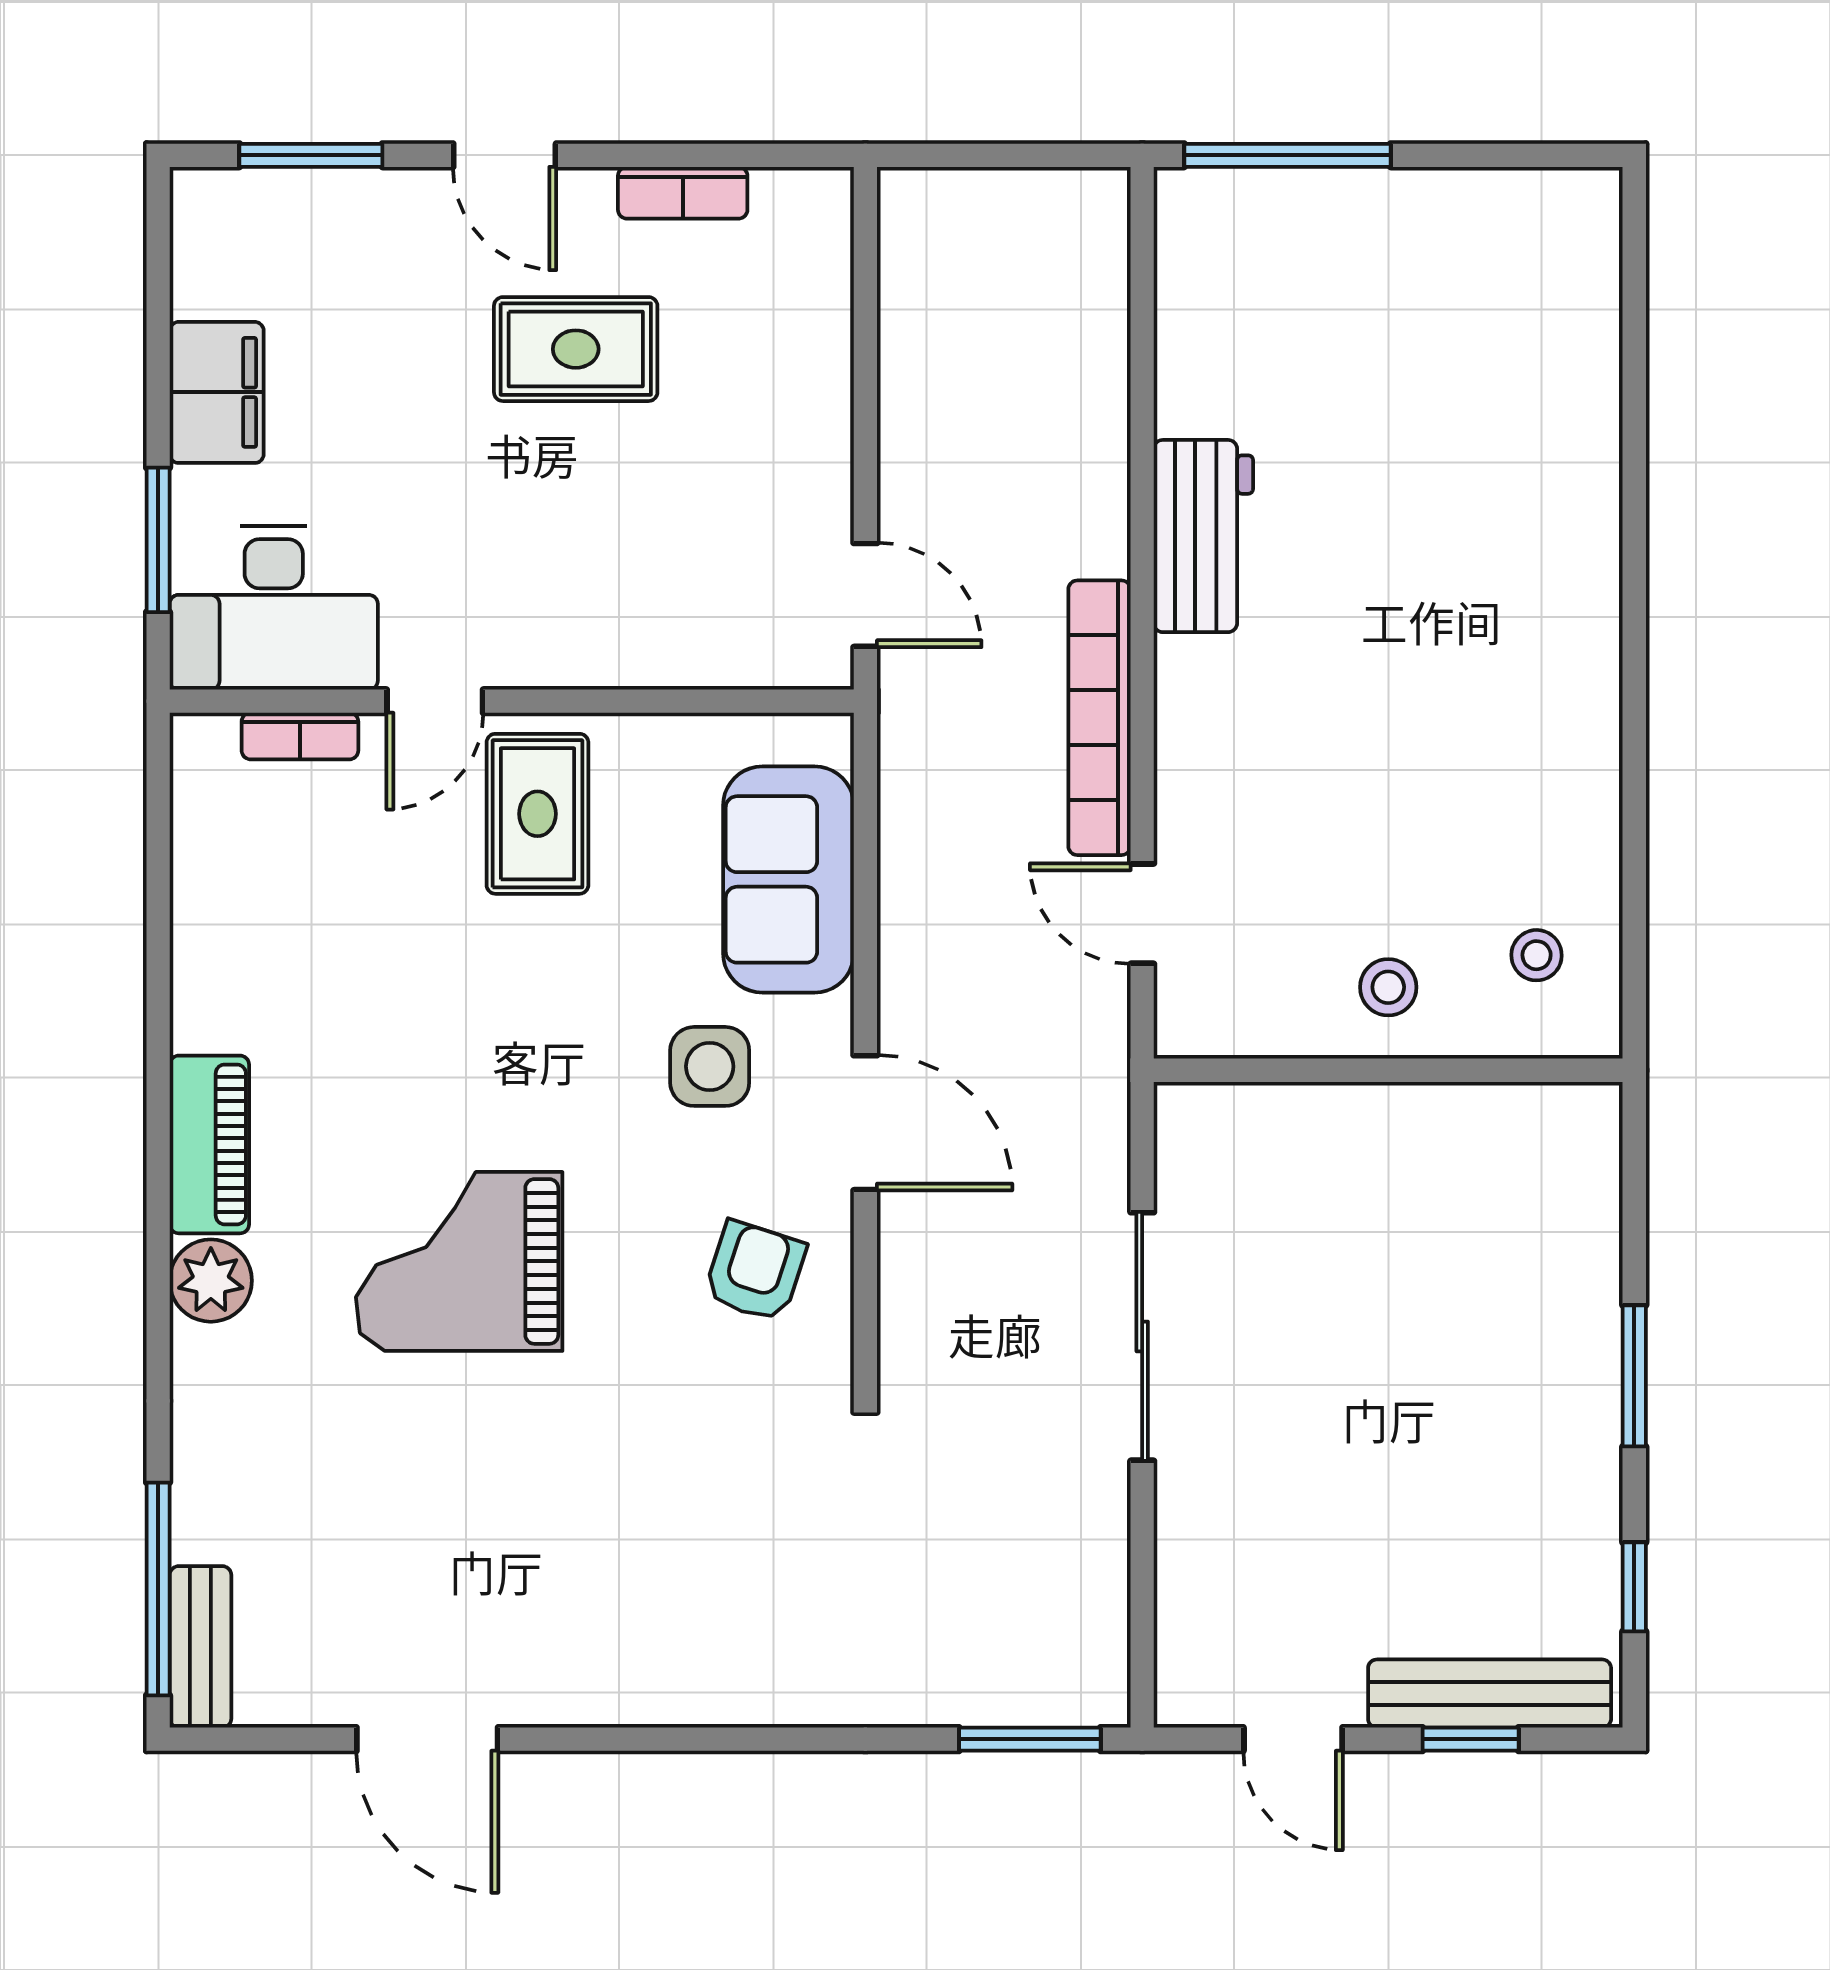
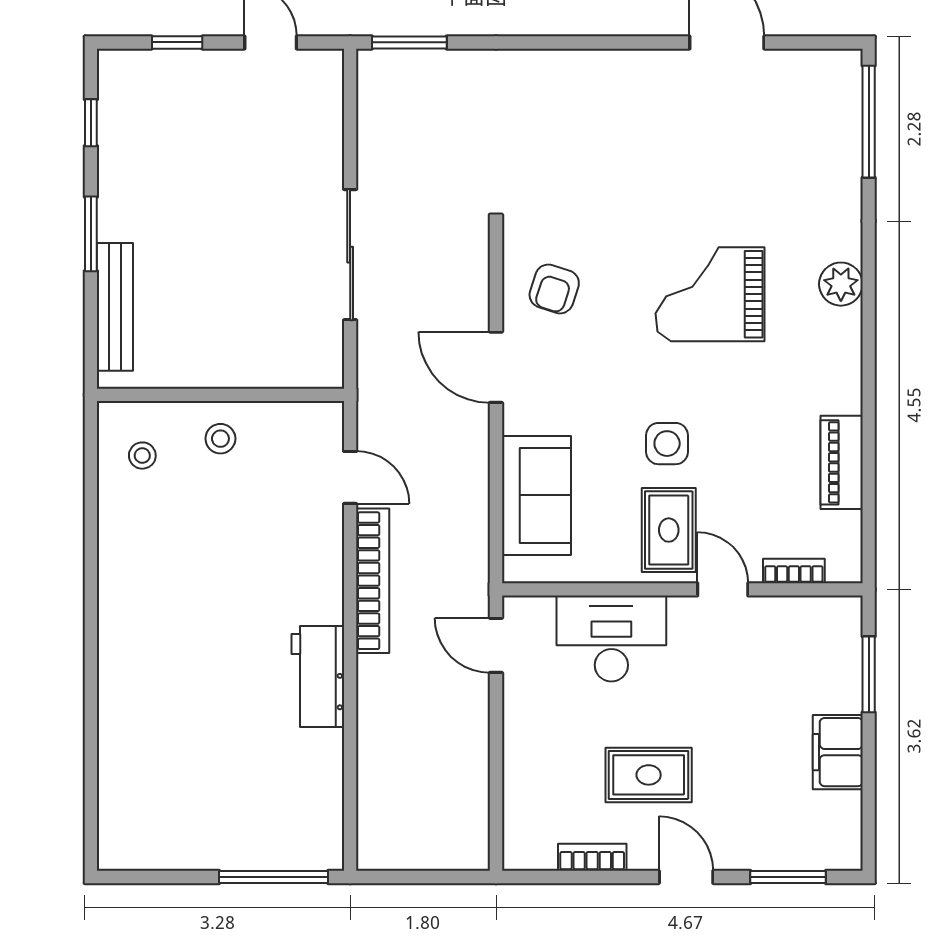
desk: (274, 608) -> (611, 639), moved
door: (435, 701) -> (723, 589), hinge flipped
side table: (710, 1066) -> (667, 444), moved
piano: (209, 1144) -> (842, 462), moved
grand piano: (459, 1261) -> (710, 294), turned 180
bench: (200, 1647) -> (846, 91), removed
bench: (1490, 1694) -> (115, 307), moved, turned 90

